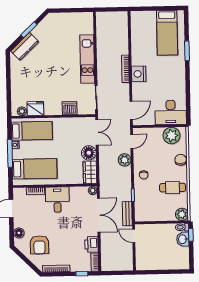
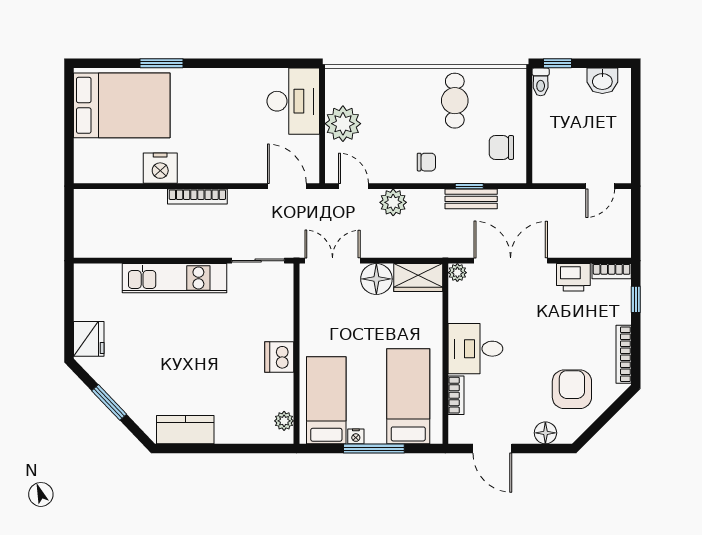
bed: (167, 33) -> (122, 105), width x1.50
kitchen counter: (25, 46) -> (185, 430), moved, turned -46
nightstand: (139, 74) -> (160, 168), moved
fridge: (35, 108) -> (89, 339), moved, turned 180
dishwasher: (70, 108) -> (279, 357), moved
plant: (172, 136) -> (343, 124), moved
chair: (181, 160) -> (501, 147), moved
bench: (127, 214) -> (471, 199), moved
plant: (182, 214) -> (513, 82), removed
door: (134, 236) -> (600, 186), moved
washbasin: (183, 239) -> (602, 81), moved
armchair: (39, 245) -> (572, 389), turned -90

